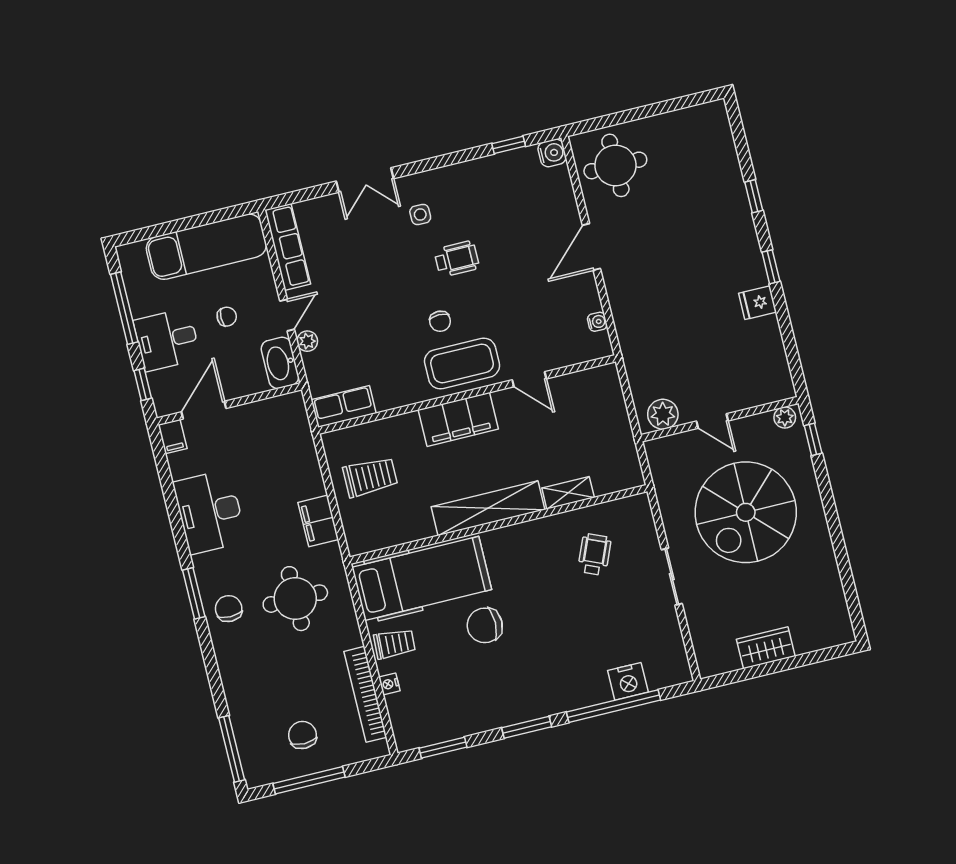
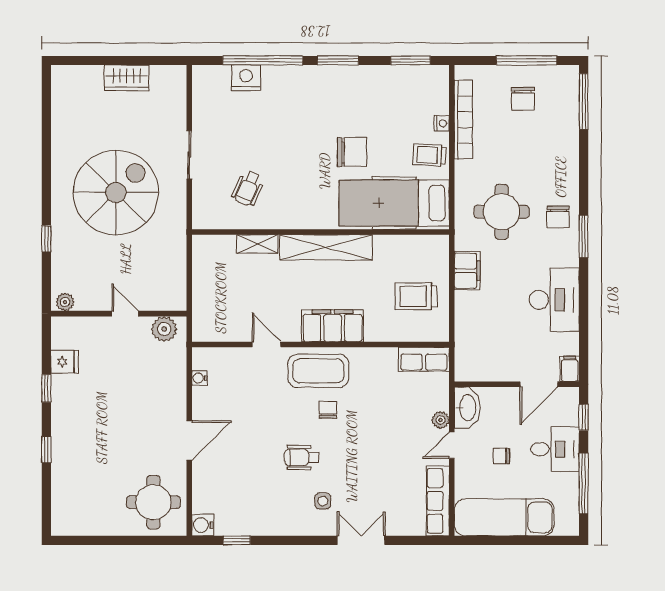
plant: (663, 414) -> (164, 329), moved
plant: (785, 418) -> (65, 302), moved
wall: (720, 419) -> (119, 314), moved
door: (712, 421) -> (125, 314), moved

